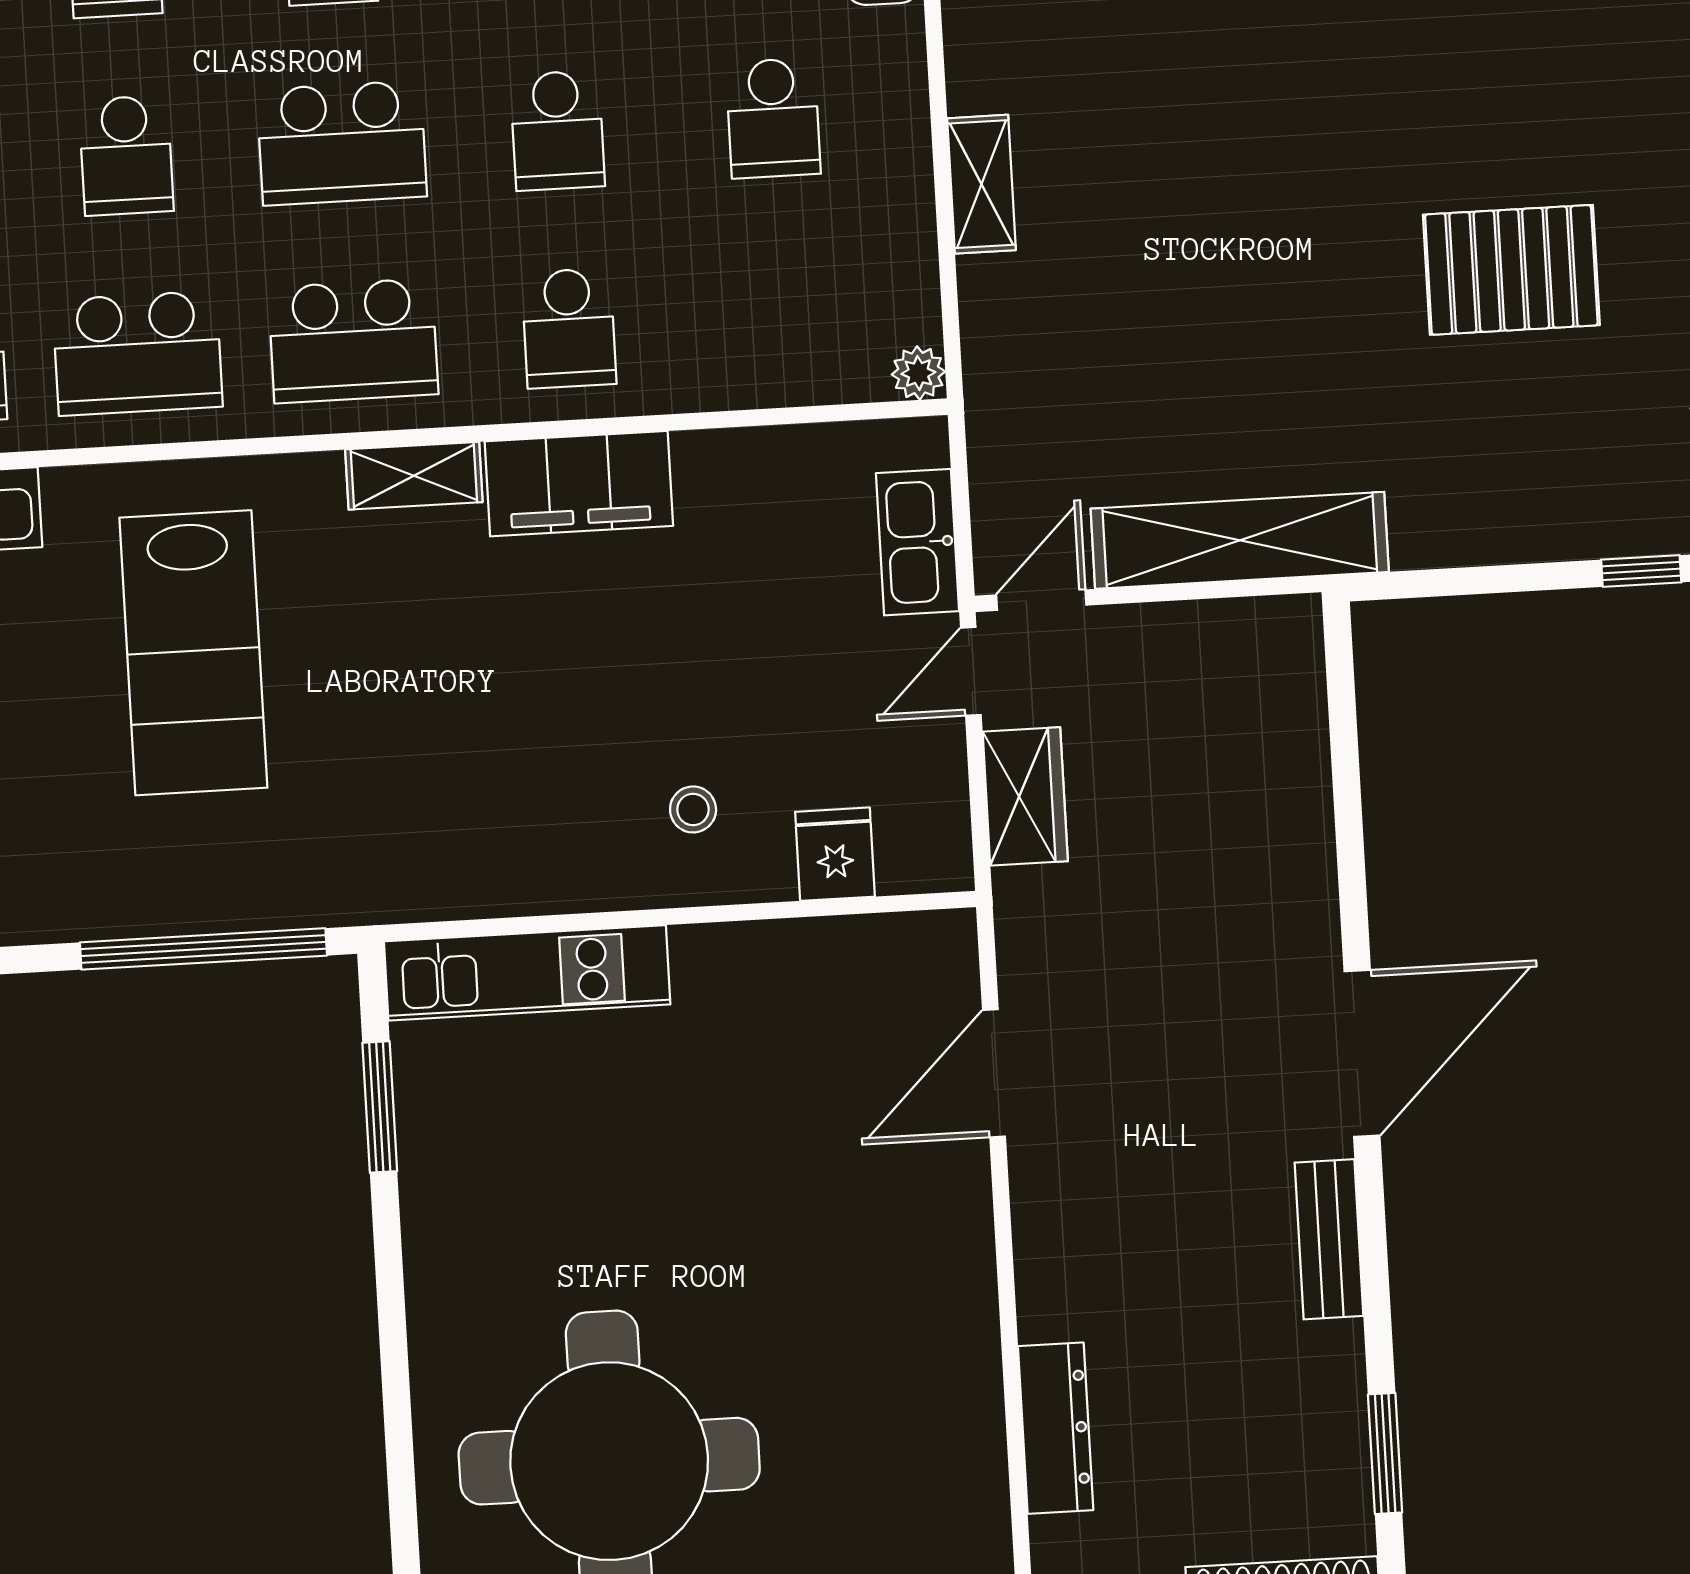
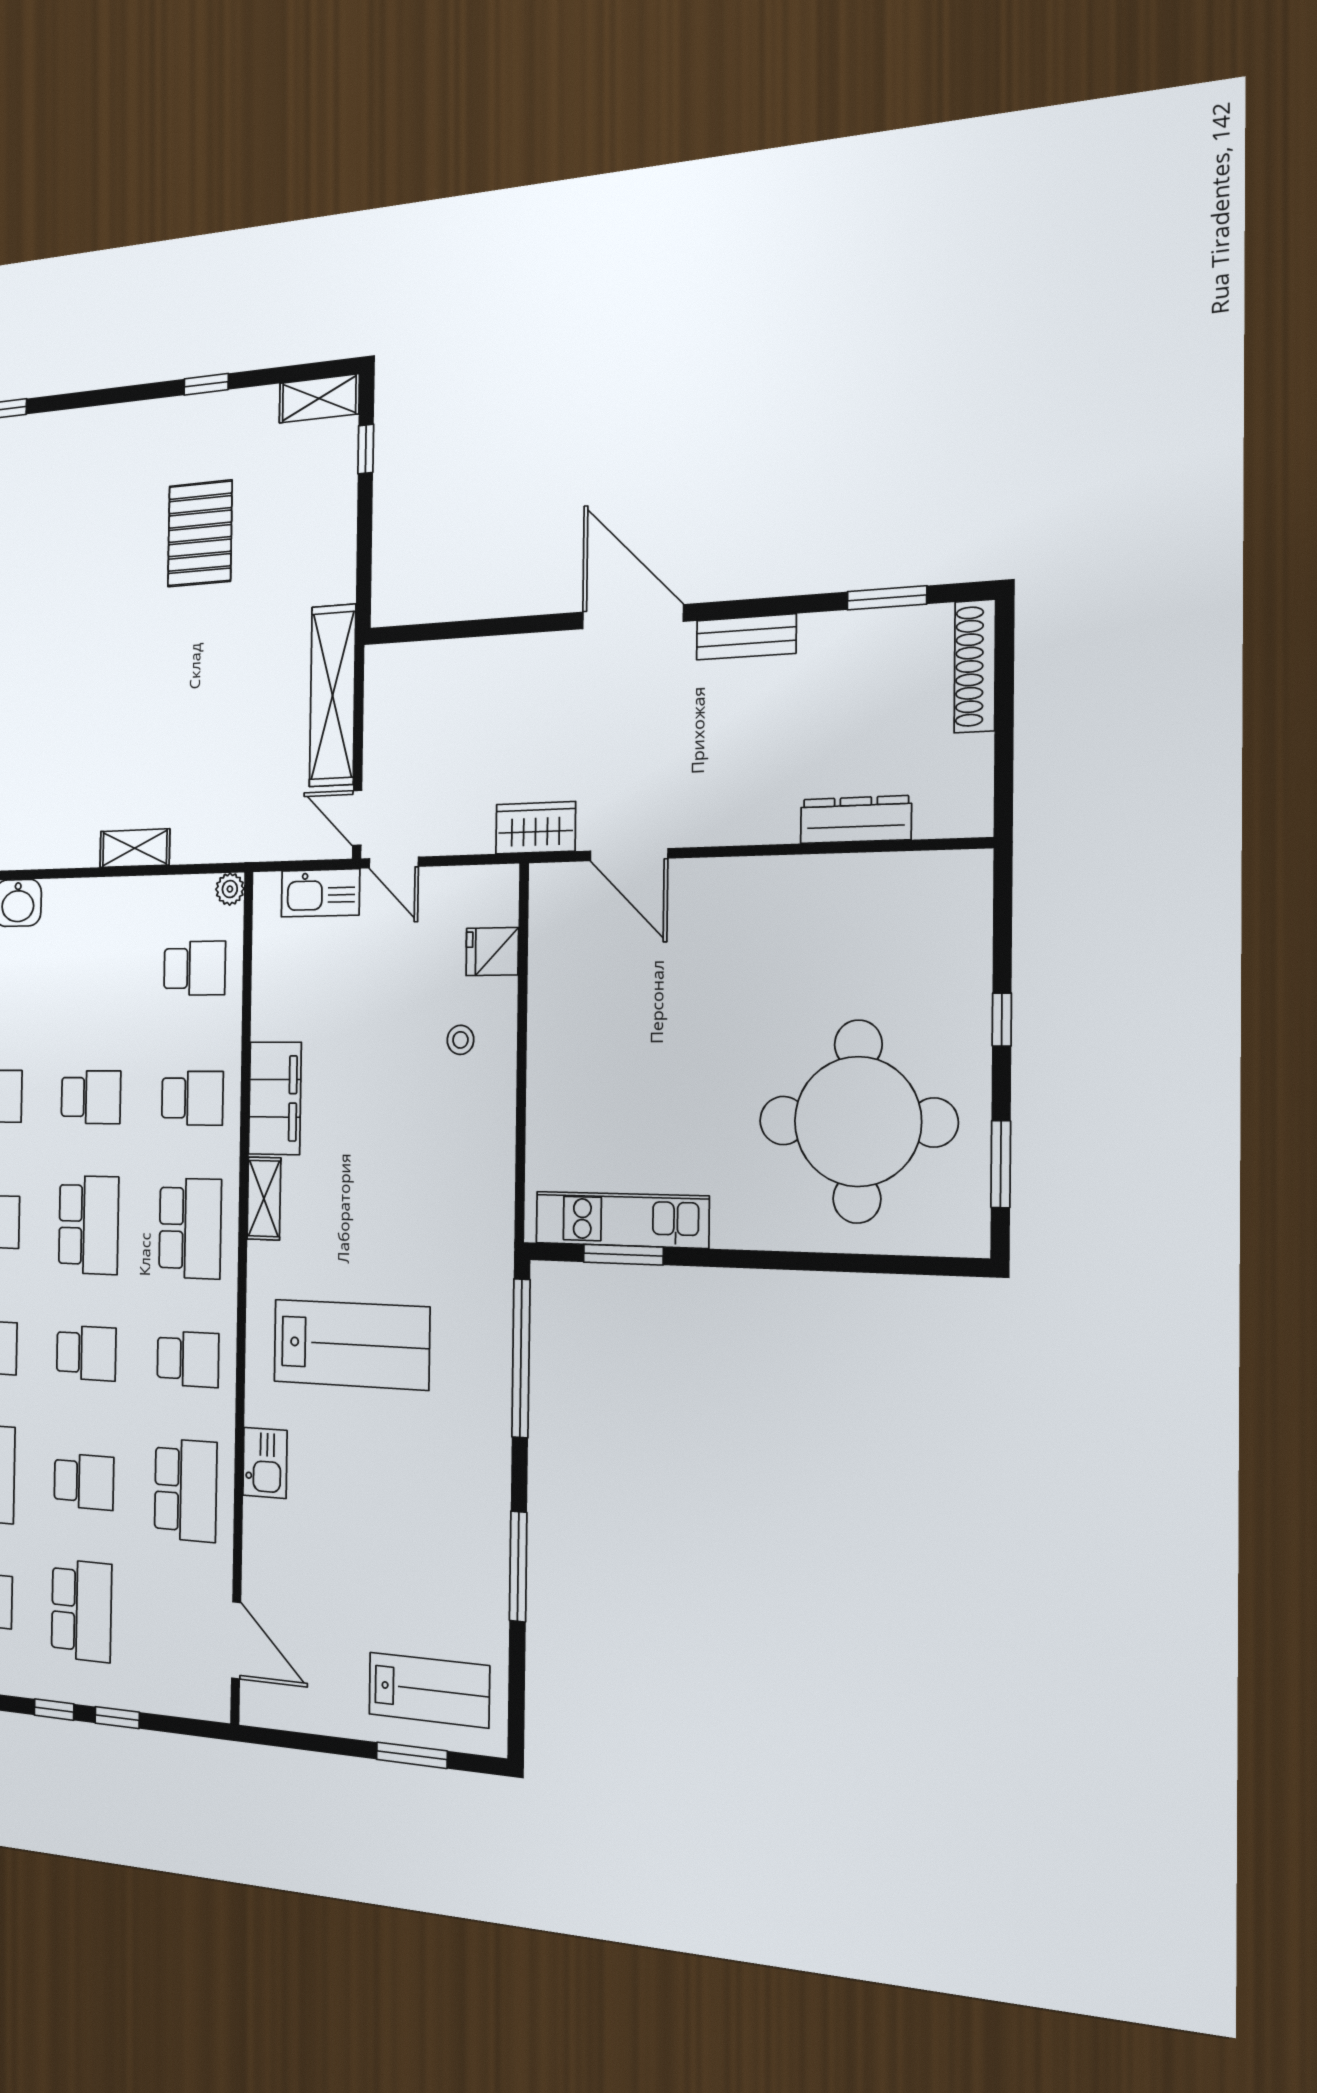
school desk: (773, 118) -> (195, 968), moved
school desk: (138, 353) -> (188, 1359), width x0.54
wardrobe: (1025, 796) -> (536, 828), moved
kitchen unit: (527, 973) -> (622, 1220), moved, turned -90

